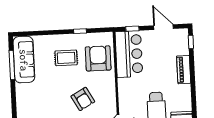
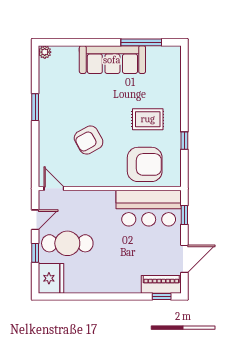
rug: (66, 58) -> (148, 119), turned 90
sofa: (24, 60) -> (112, 60), moved
piano: (184, 70) -> (161, 284), moved

